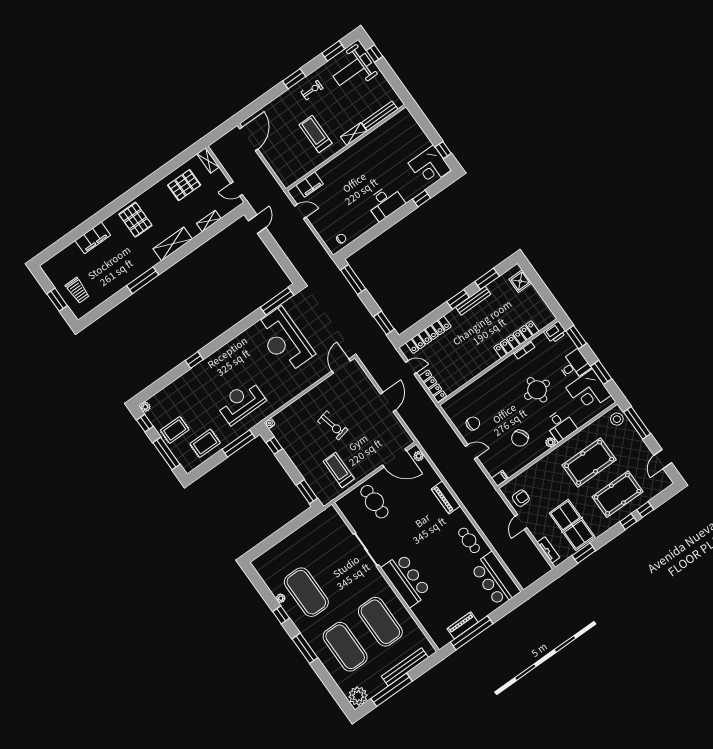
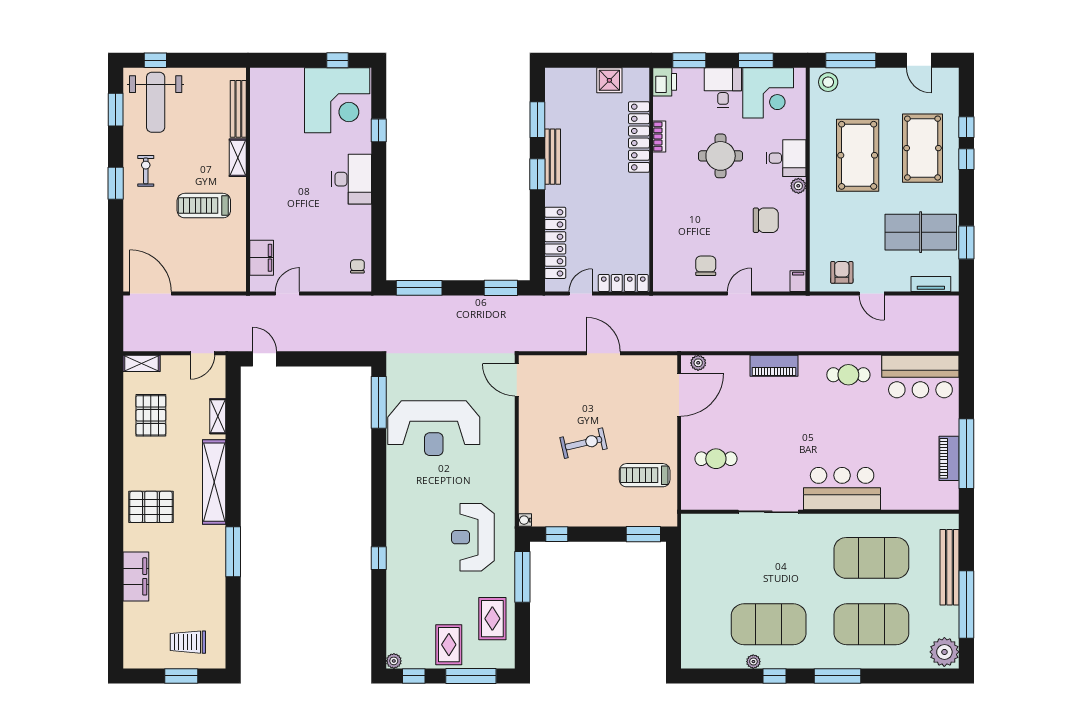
corner desk: (430, 166) -> (337, 100), width x1.36, depth x1.36
shelving: (173, 244) -> (214, 482), width x1.47
shower: (520, 281) -> (609, 80), moved
trolley: (78, 290) -> (188, 642), turned 180
chair: (520, 438) -> (766, 220), turned -63
cafe table: (374, 502) -> (716, 459), width x0.73, depth x0.74

